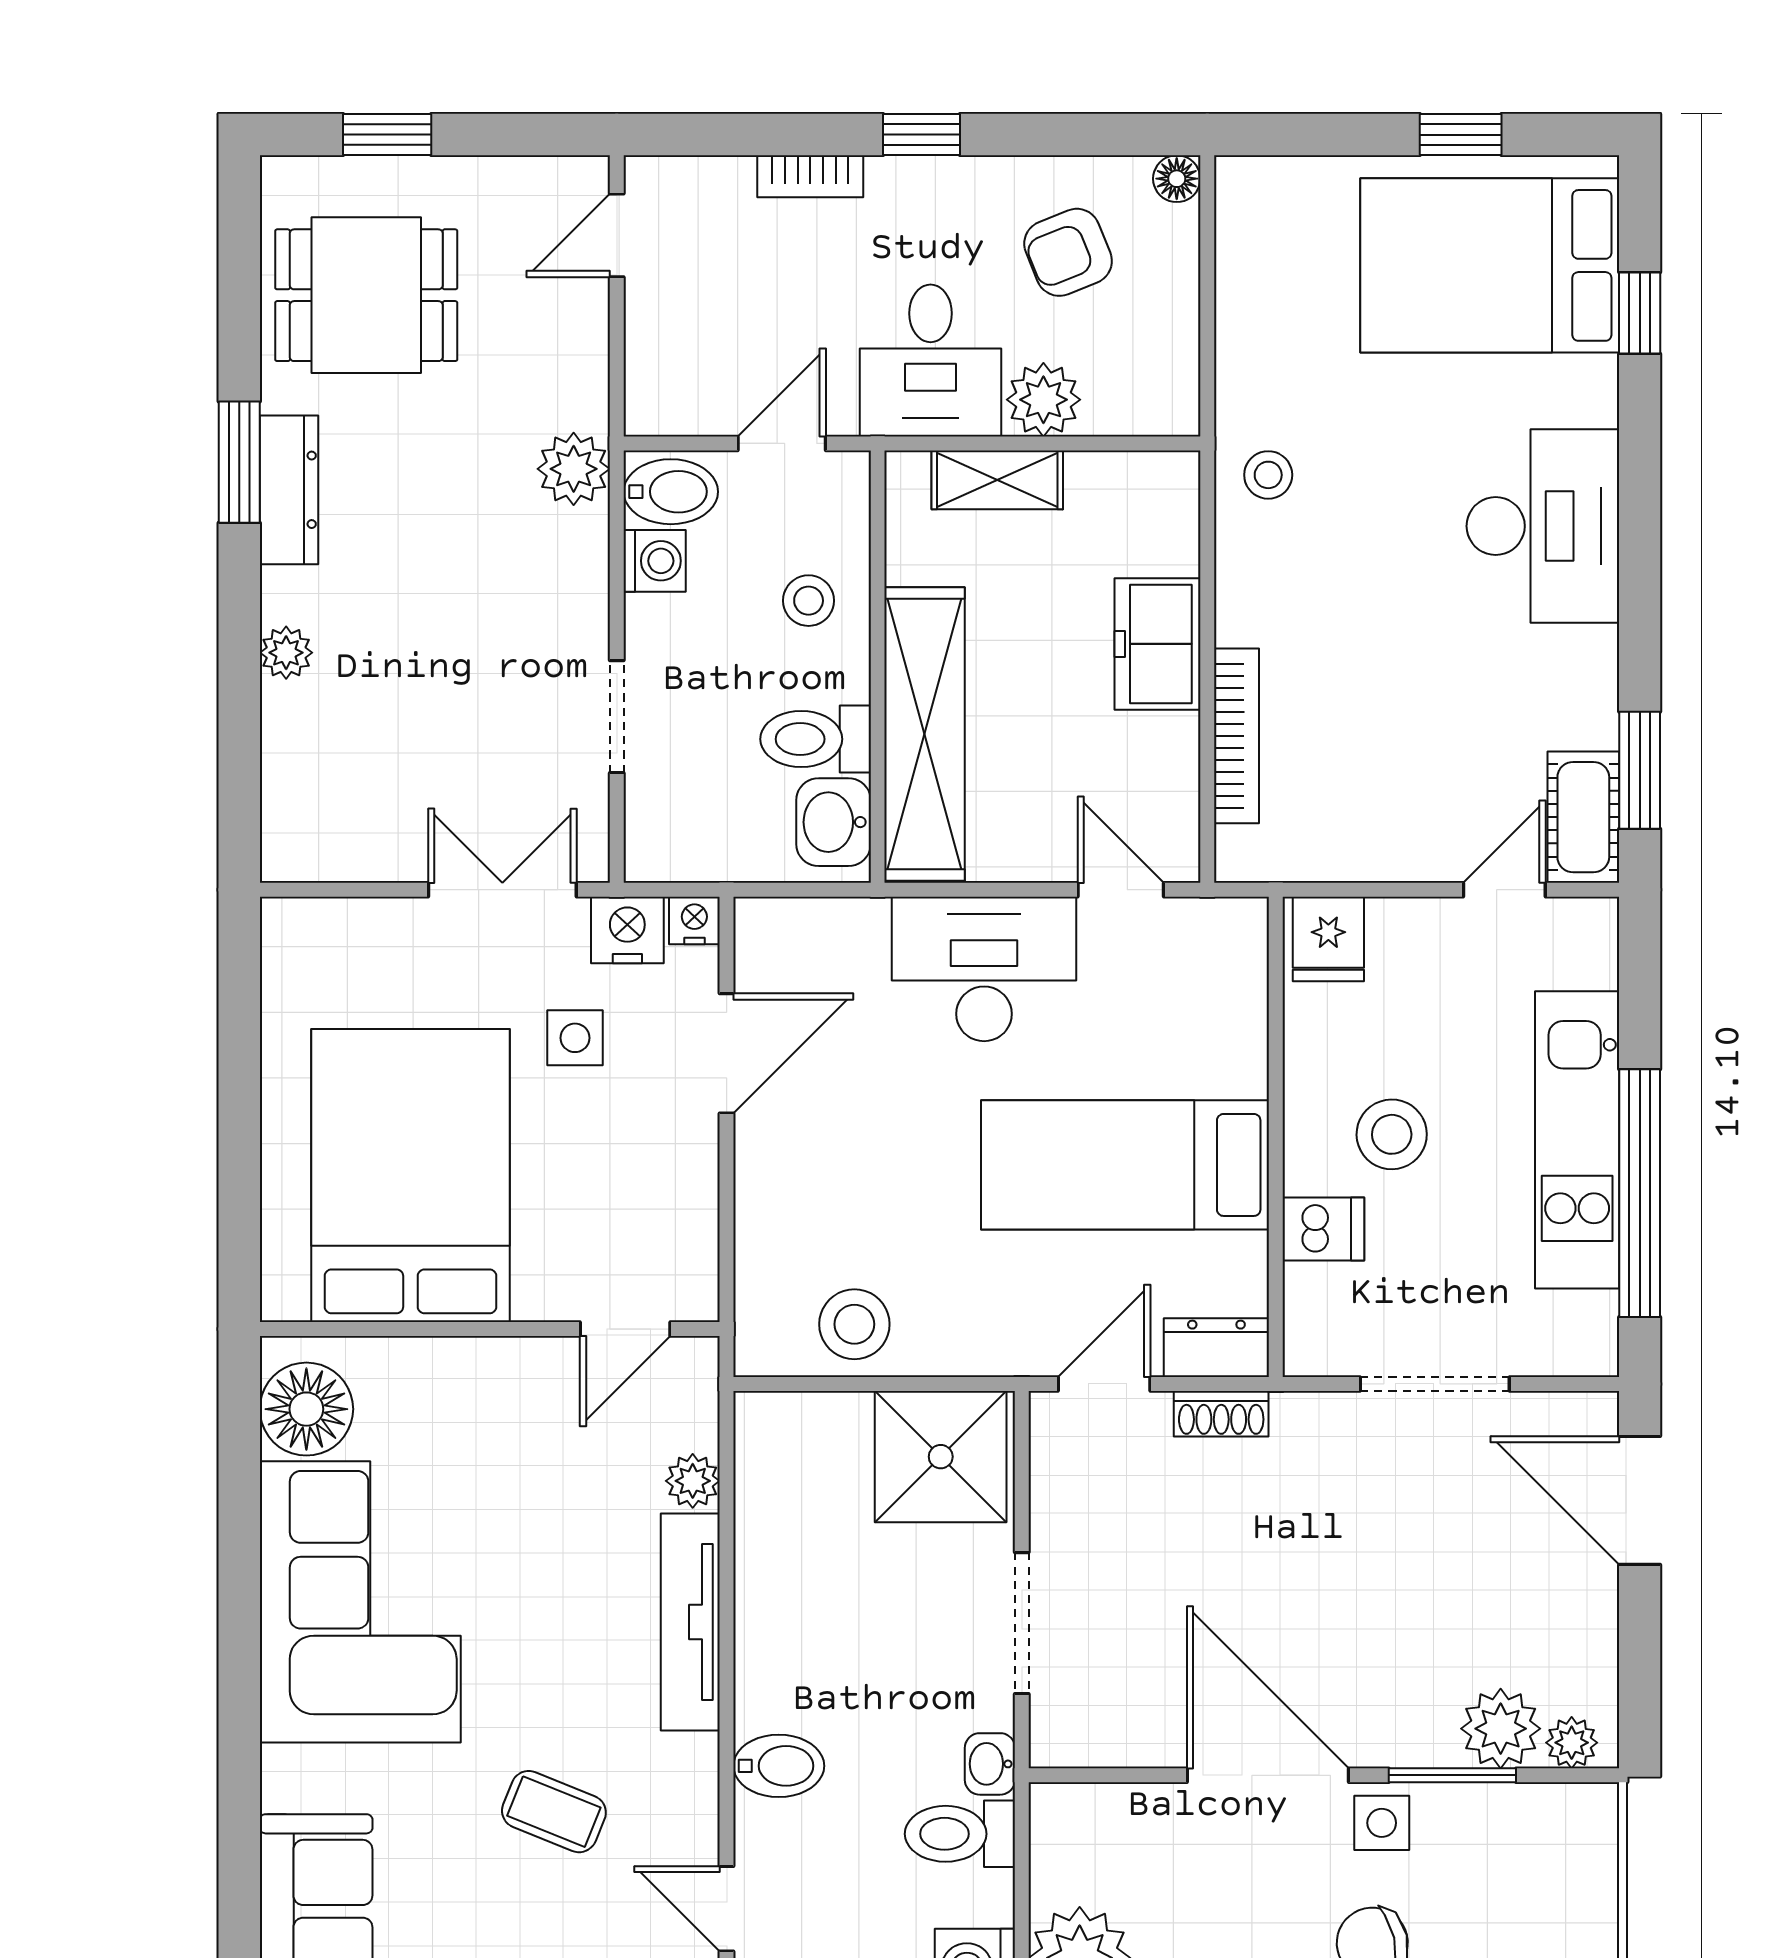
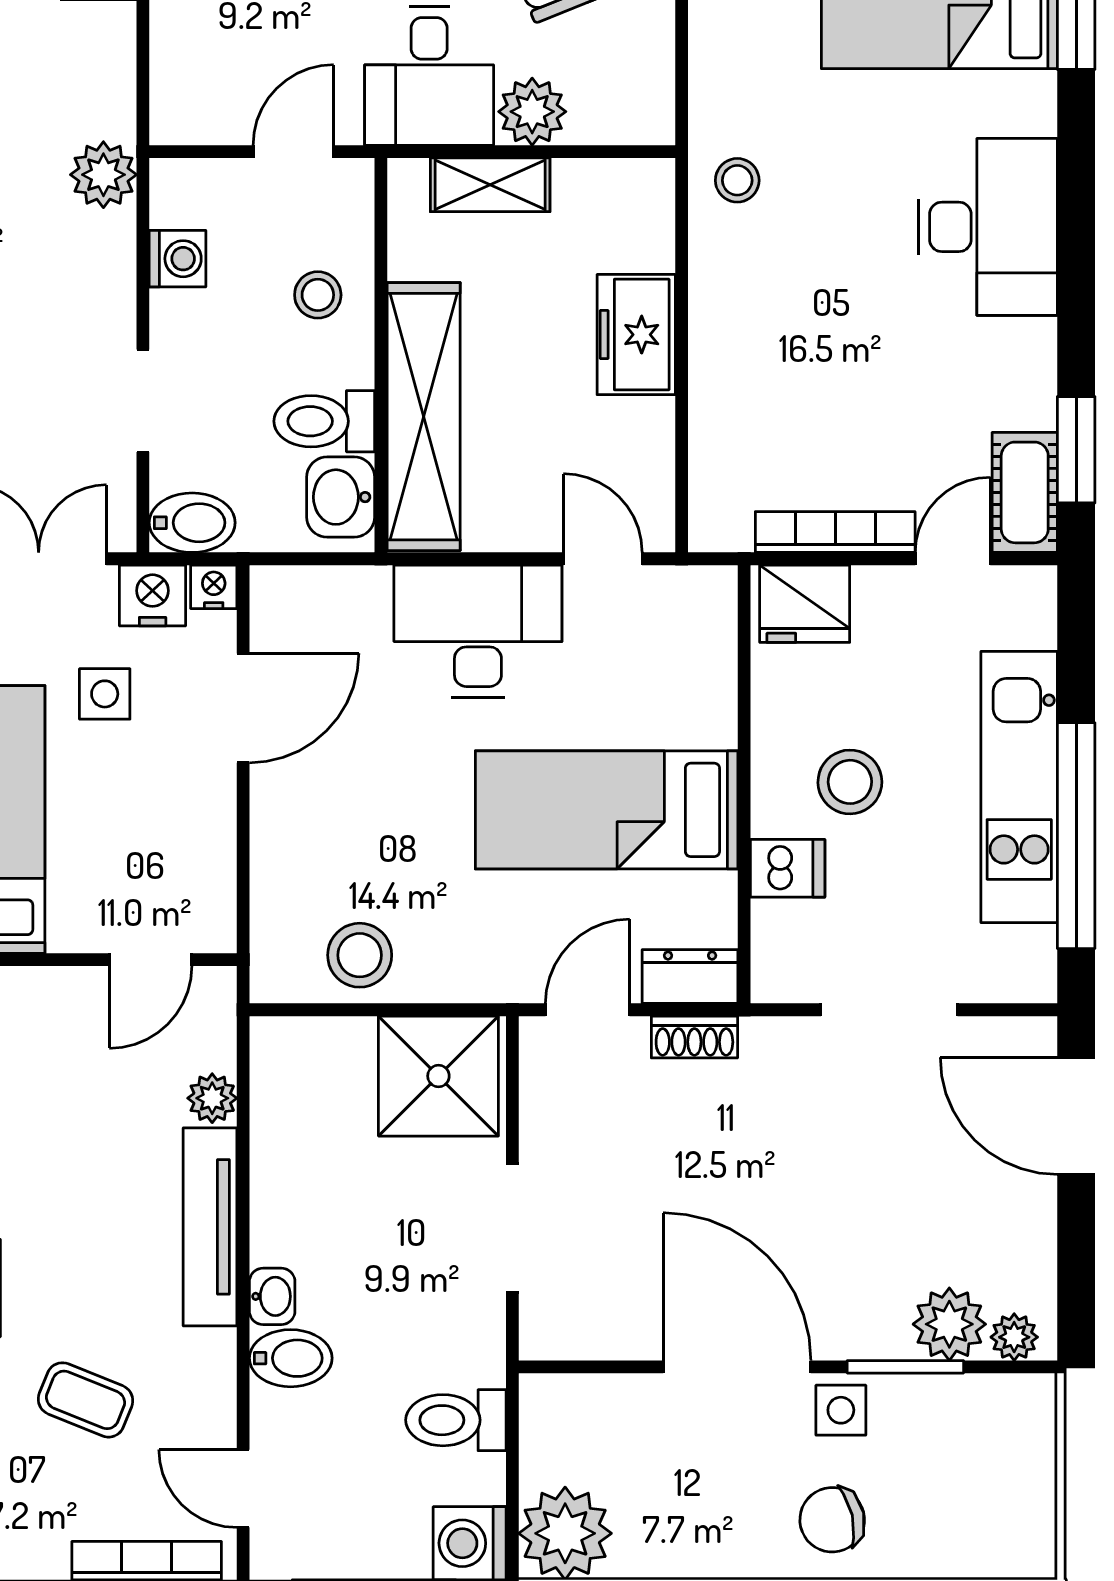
bidet: (671, 492) -> (192, 523), moved
bookcase: (1236, 736) -> (835, 532), moved, turned -90
fridge: (1328, 939) -> (805, 604), width x1.38
washbasin: (990, 1764) -> (272, 1296), moved, turned 180

